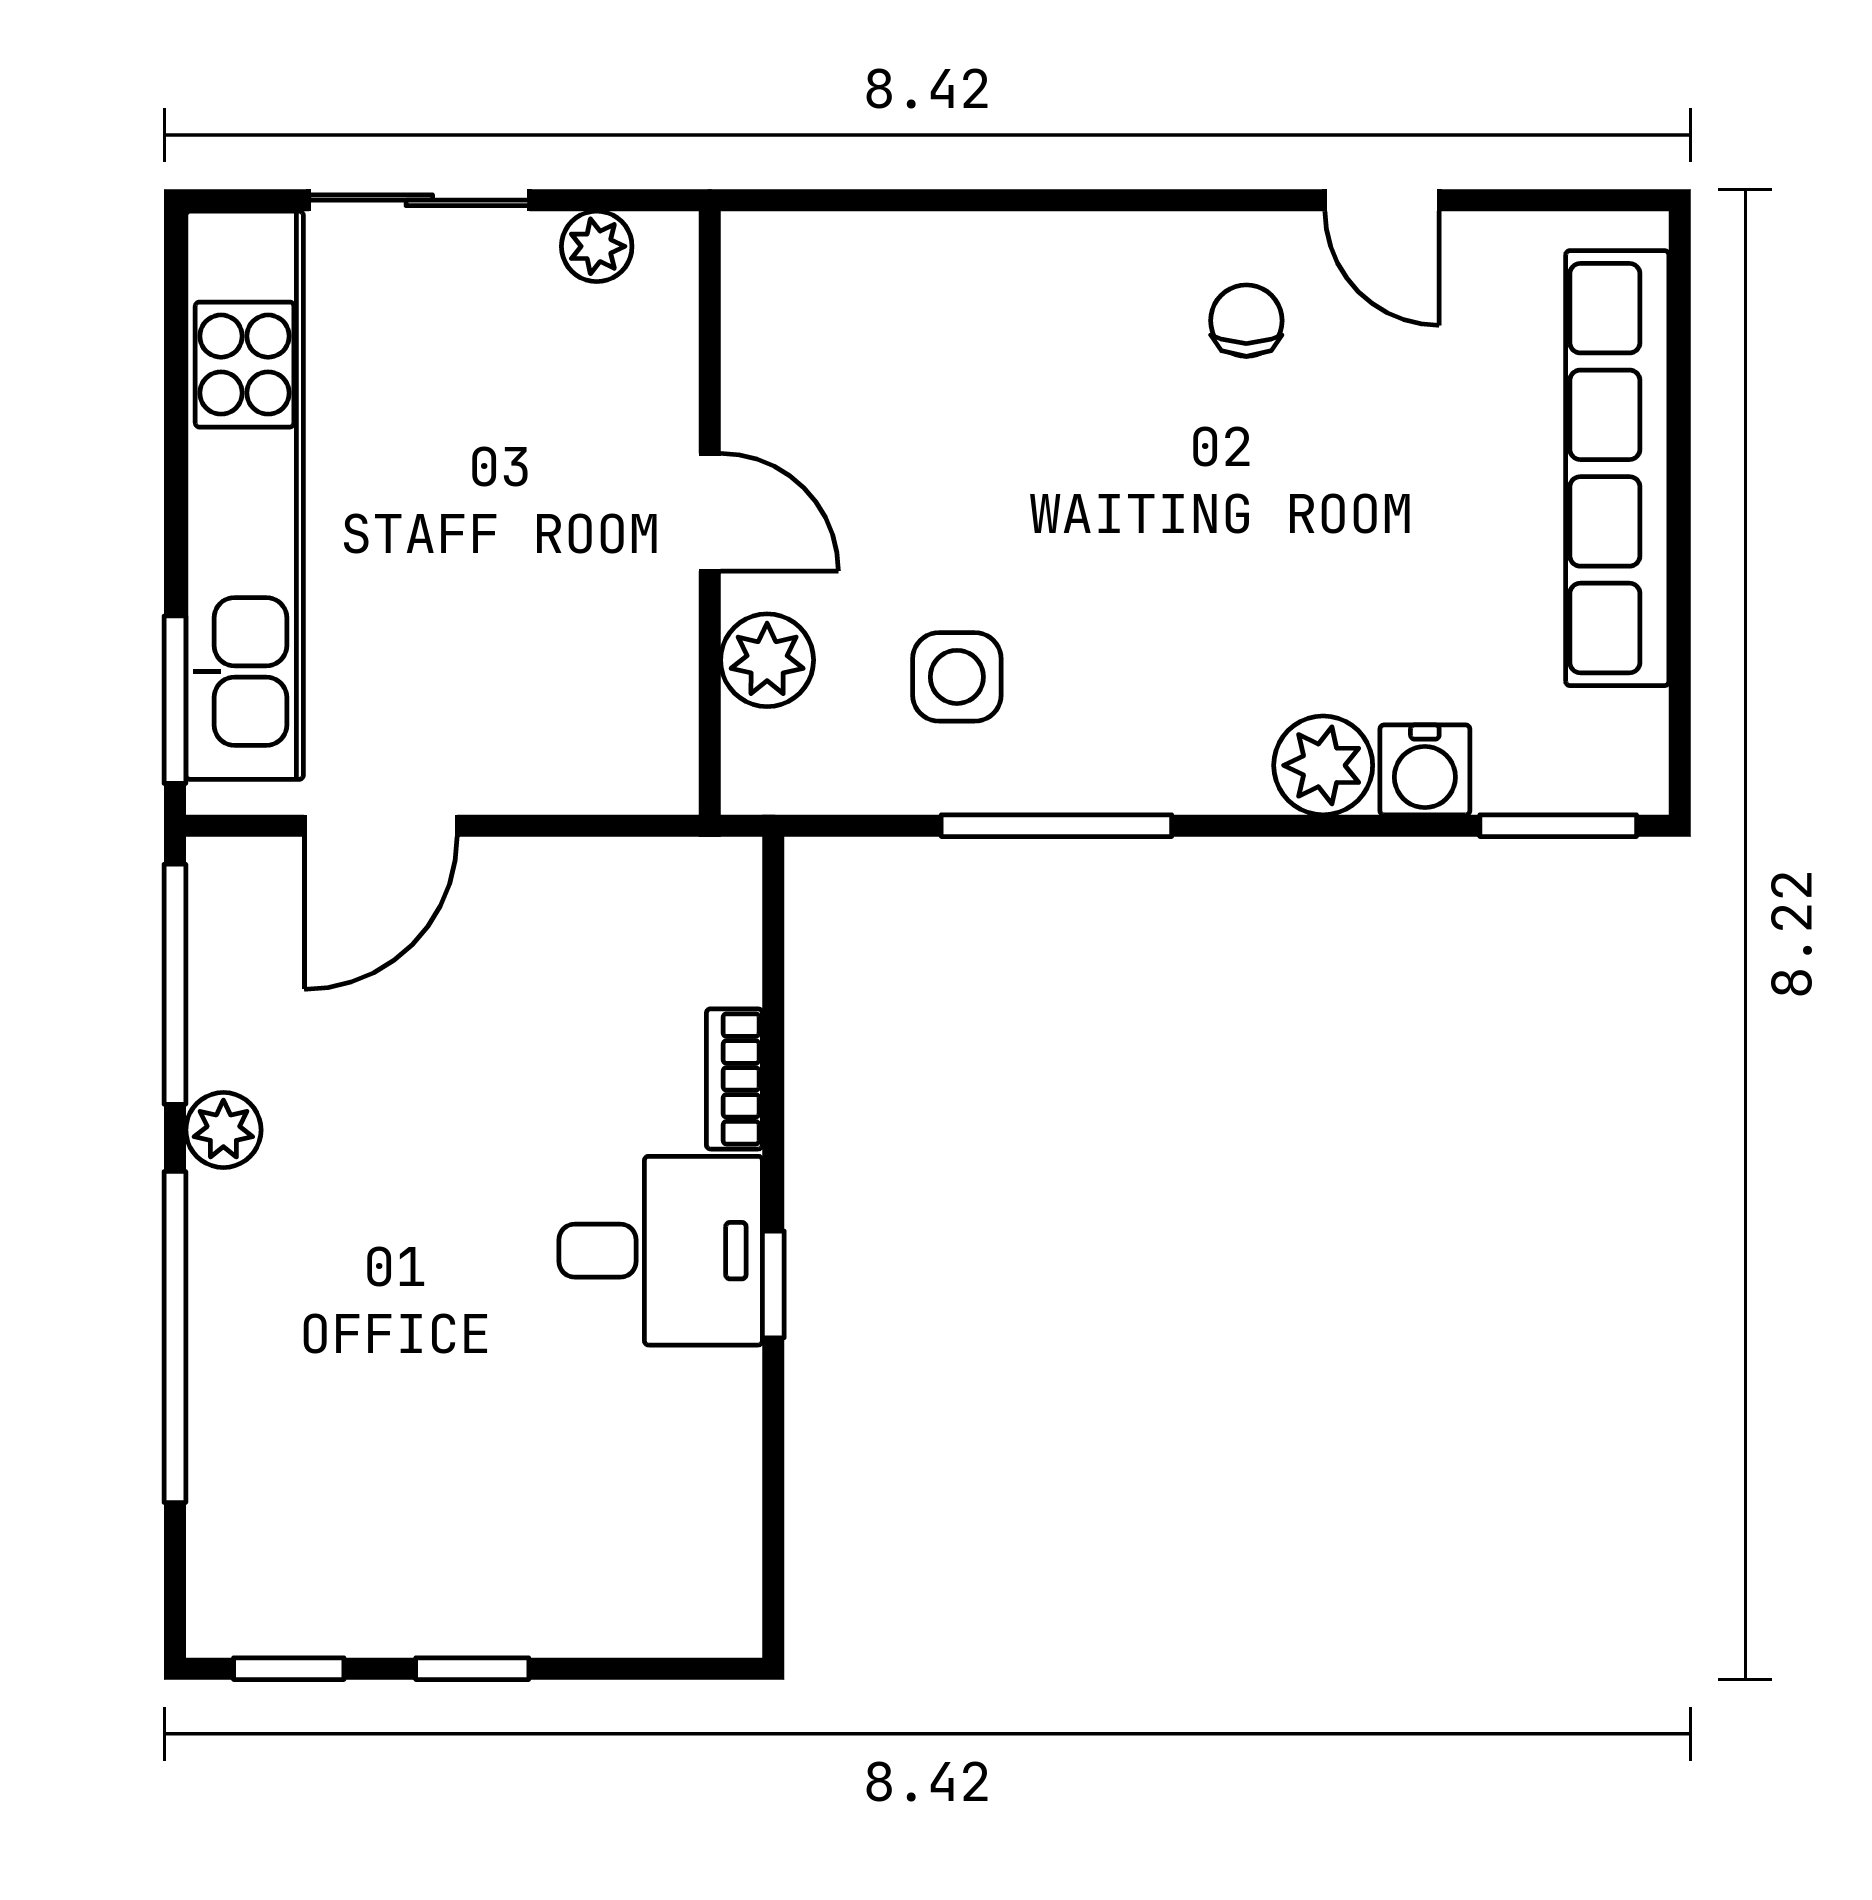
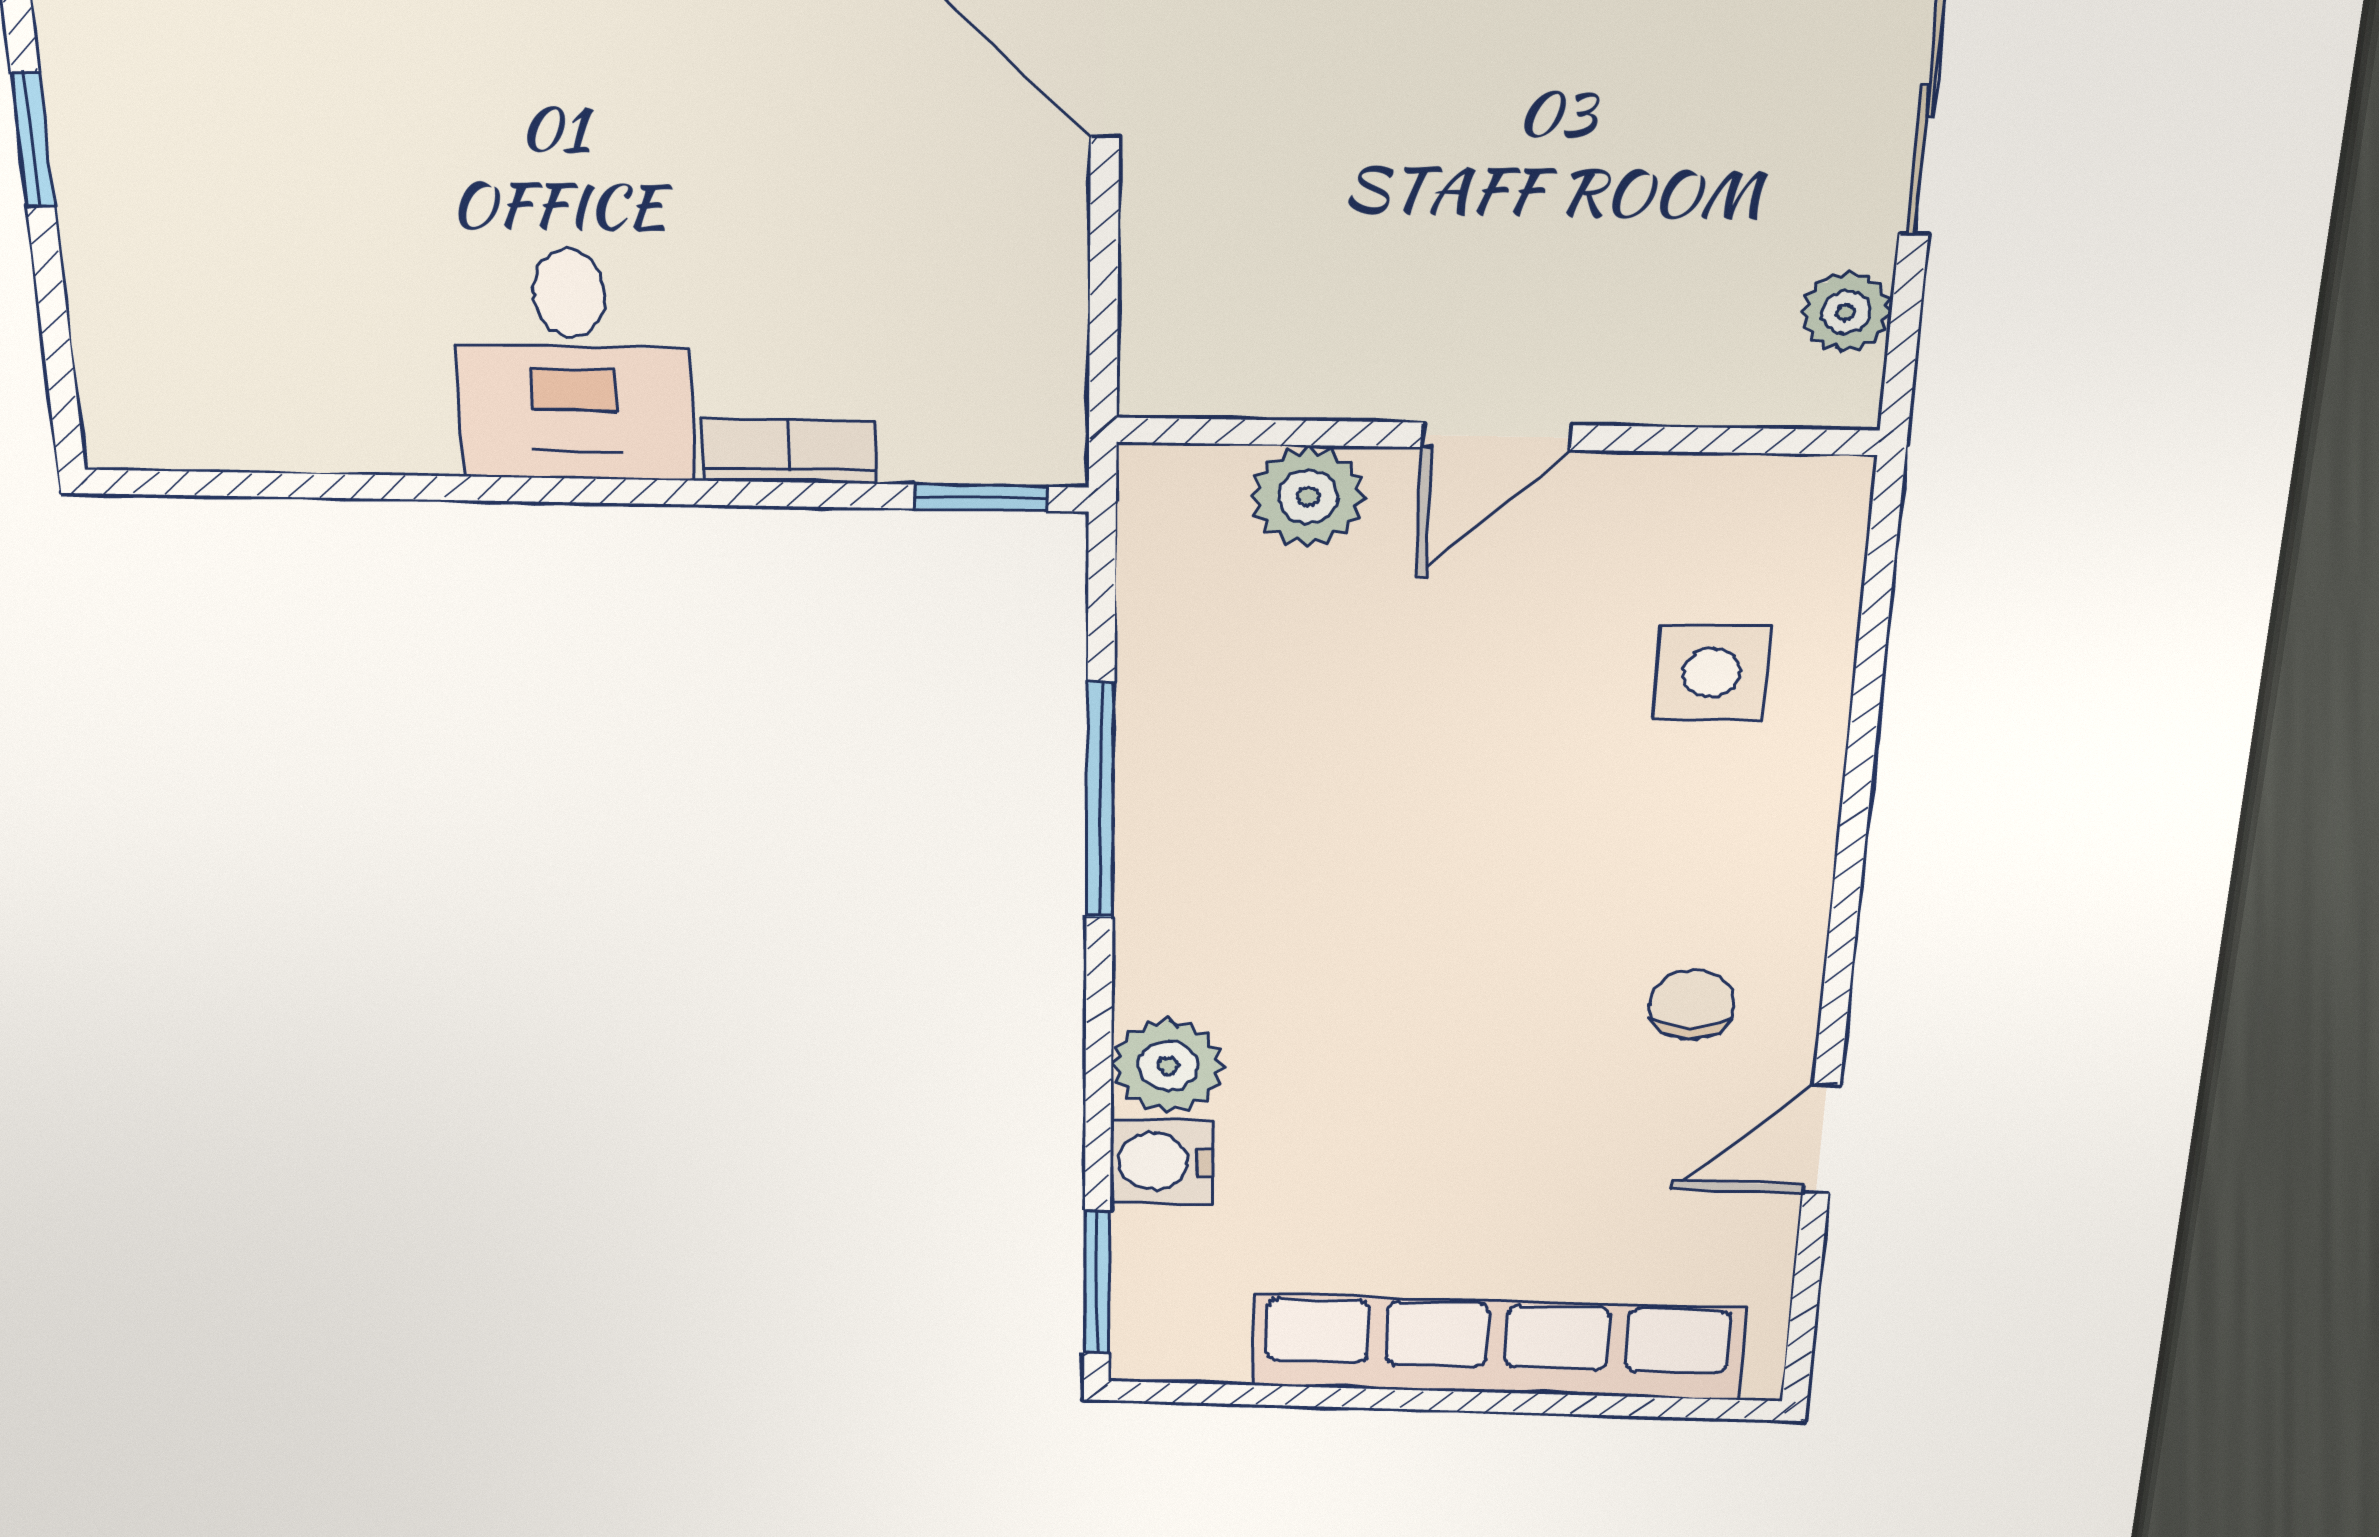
chair: (1246, 321) -> (1692, 1005), turned -90
side table: (957, 677) -> (1711, 673), moved
window: (773, 1284) -> (981, 498), moved

